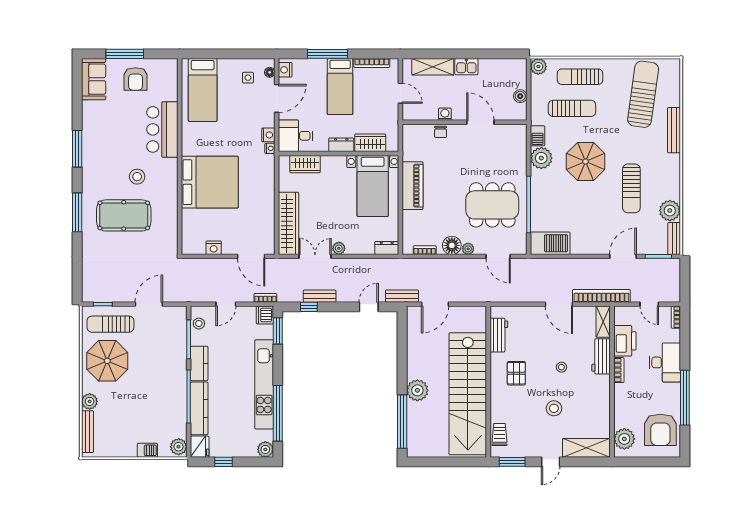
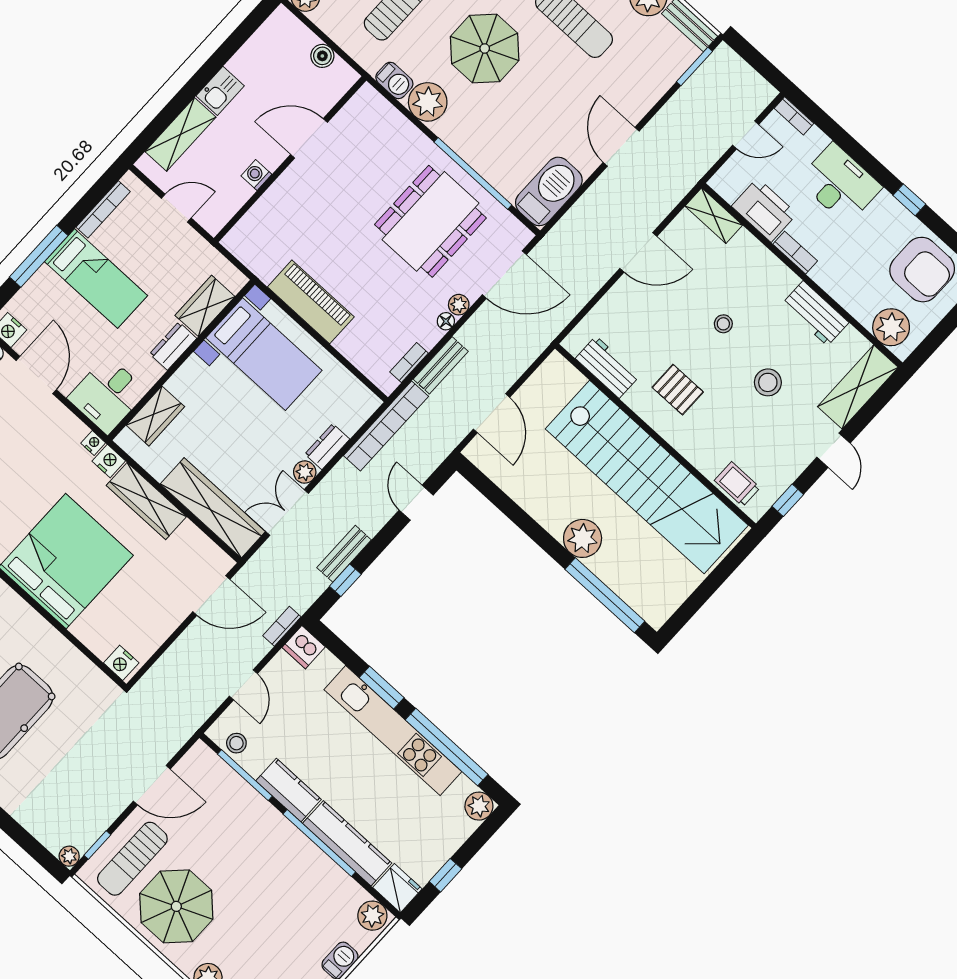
chair: (441, 132) -> (274, 202), removed
nightstand: (268, 135) -> (109, 461), moved
wardrobe: (266, 193) -> (146, 501), added
floor lamp: (452, 245) -> (446, 321), width x0.53, depth x0.53
nightstand: (214, 248) -> (121, 663), moved, turned 90
dresser: (387, 248) -> (327, 447), moved
door: (498, 256) -> (504, 275), width x1.36
door: (623, 256) -> (621, 147), moved
bench: (402, 296) -> (441, 365), moved
bookcase: (601, 296) -> (386, 426), moved, turned 180
plant: (87, 297) -> (69, 856), added
door: (149, 304) -> (152, 785), swing flipped
window: (278, 331) -> (382, 688), moved
workbench: (601, 356) -> (815, 313), moved
window: (685, 398) -> (909, 200), width x0.32
window: (512, 462) -> (788, 500), width x0.67

